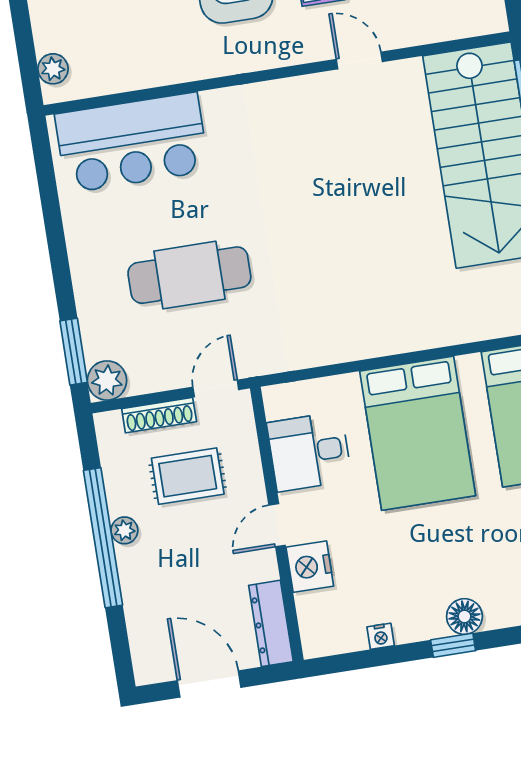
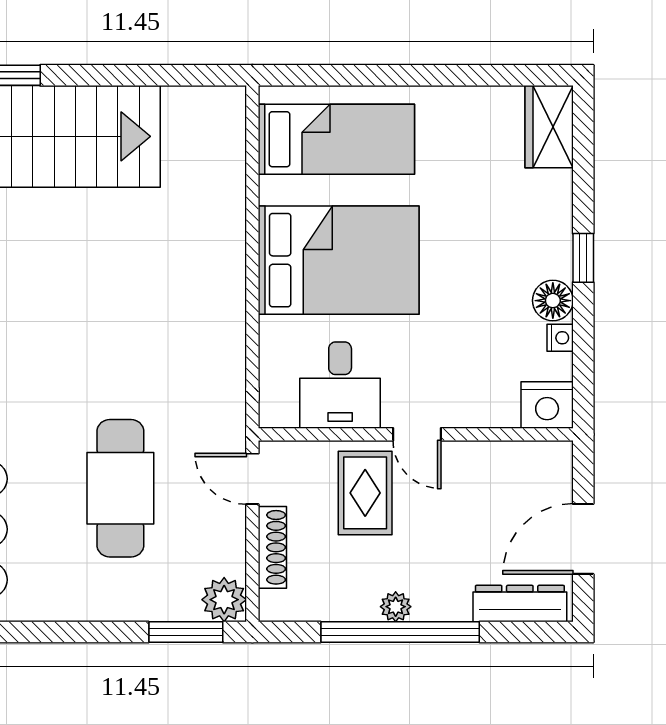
rug: (188, 476) -> (365, 493), moved
nightstand: (310, 567) -> (547, 405), moved
floor lamp: (464, 616) -> (553, 301), moved
dresser: (271, 623) -> (520, 604), moved, turned 180

